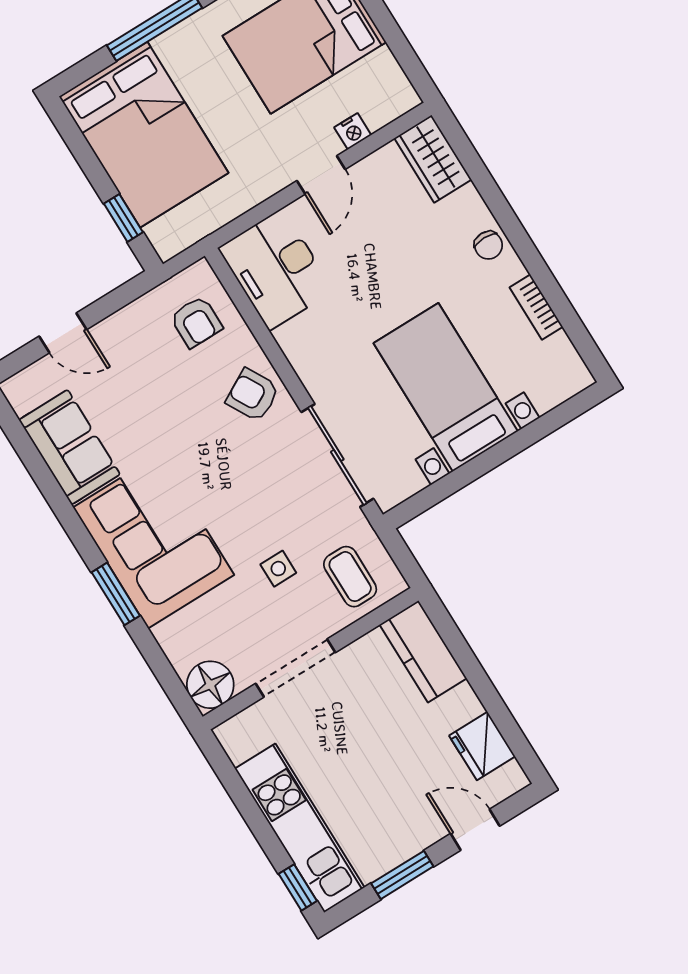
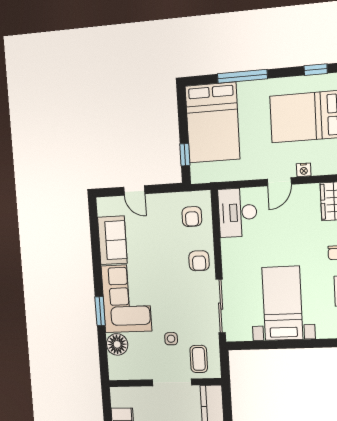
armchair: (253, 395) -> (199, 261), turned -151
doorway: (296, 668) -> (172, 382), moved
floor lamp: (210, 685) -> (117, 344), moved

